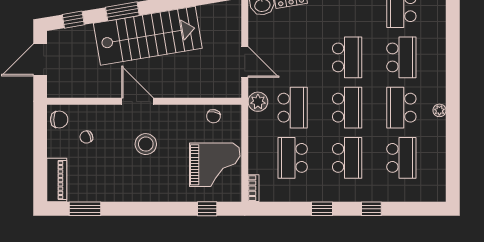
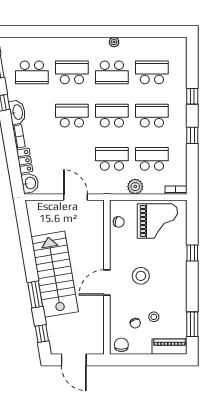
door: (245, 62) -> (76, 197), hinge flipped
plant: (258, 102) -> (135, 187), moved
school desk: (293, 158) -> (152, 159), turned 180
stool: (94, 160) -> (154, 317), added
grand piano: (215, 165) -> (157, 221), turned 90
window: (207, 209) -> (192, 253), moved

